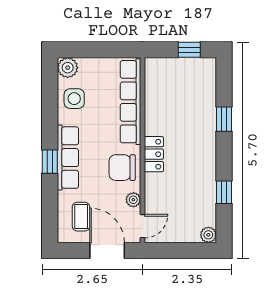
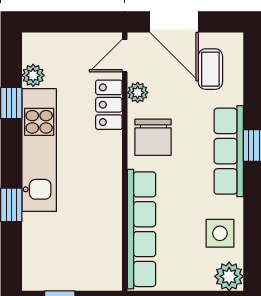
locker: (154, 154) -> (109, 105), moved
kitchen unit: (204, 158) -> (39, 150), added
chair: (122, 168) -> (153, 137), turned 90
plant: (208, 235) -> (33, 75), moved

